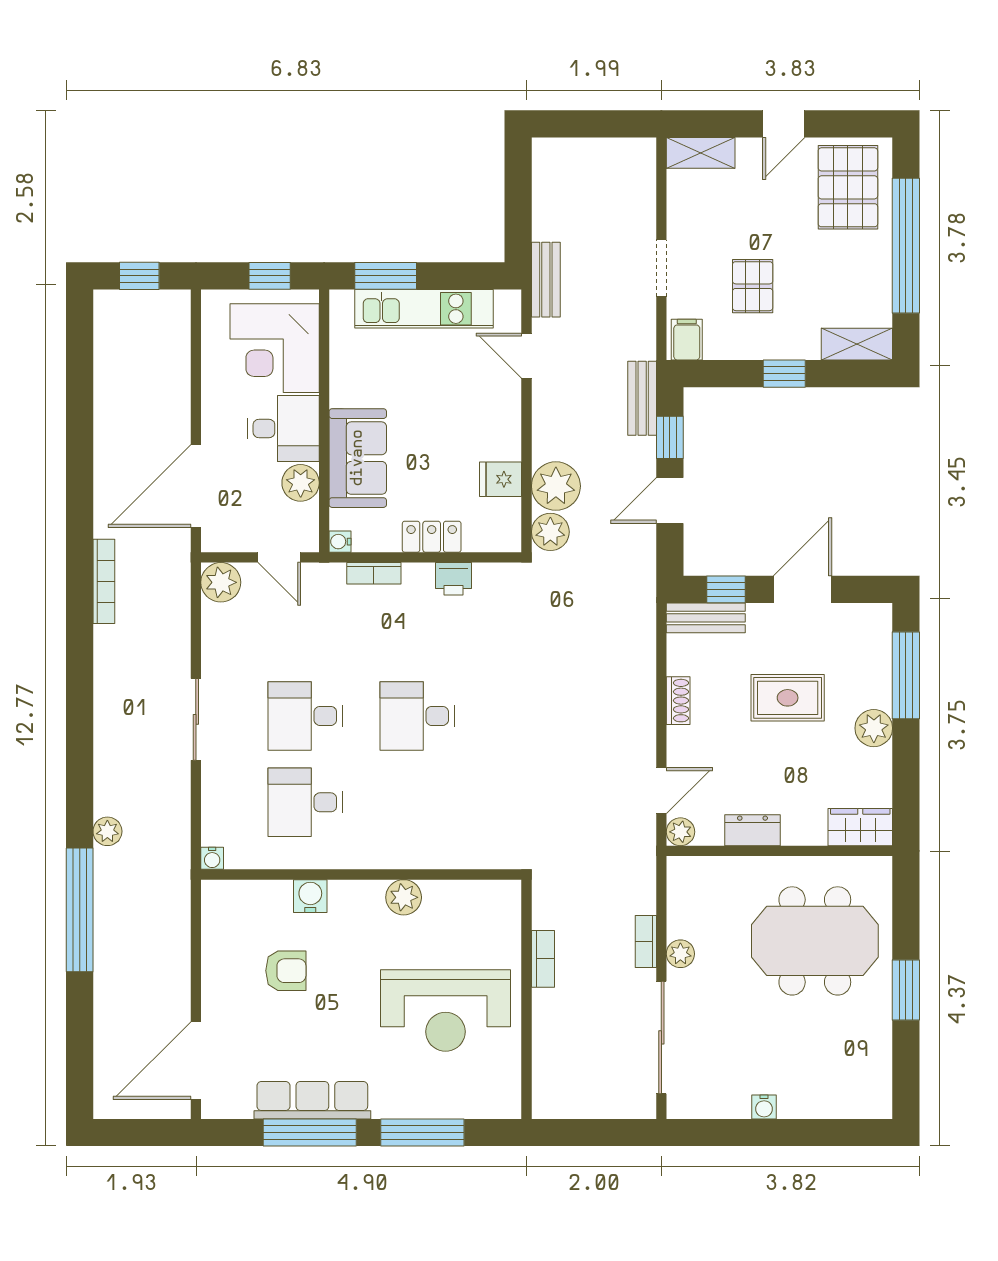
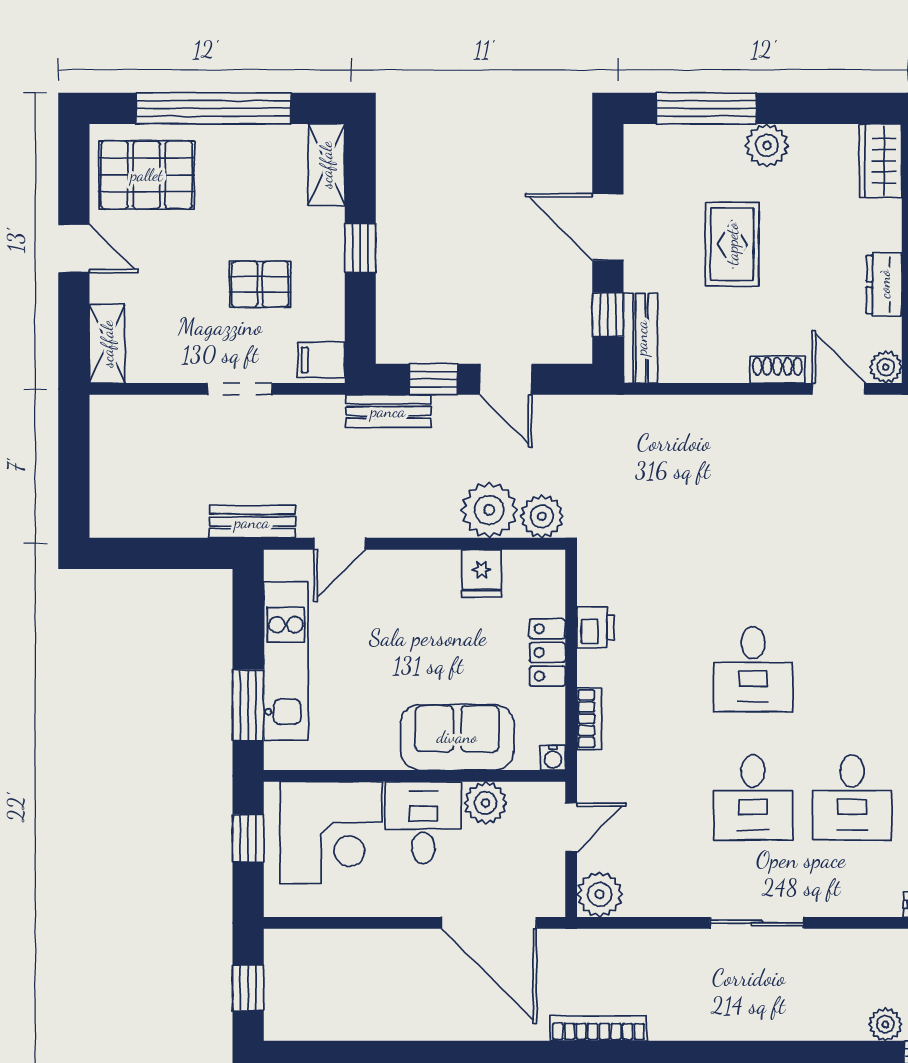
shoe rack: (678, 701) -> (777, 370), moved

